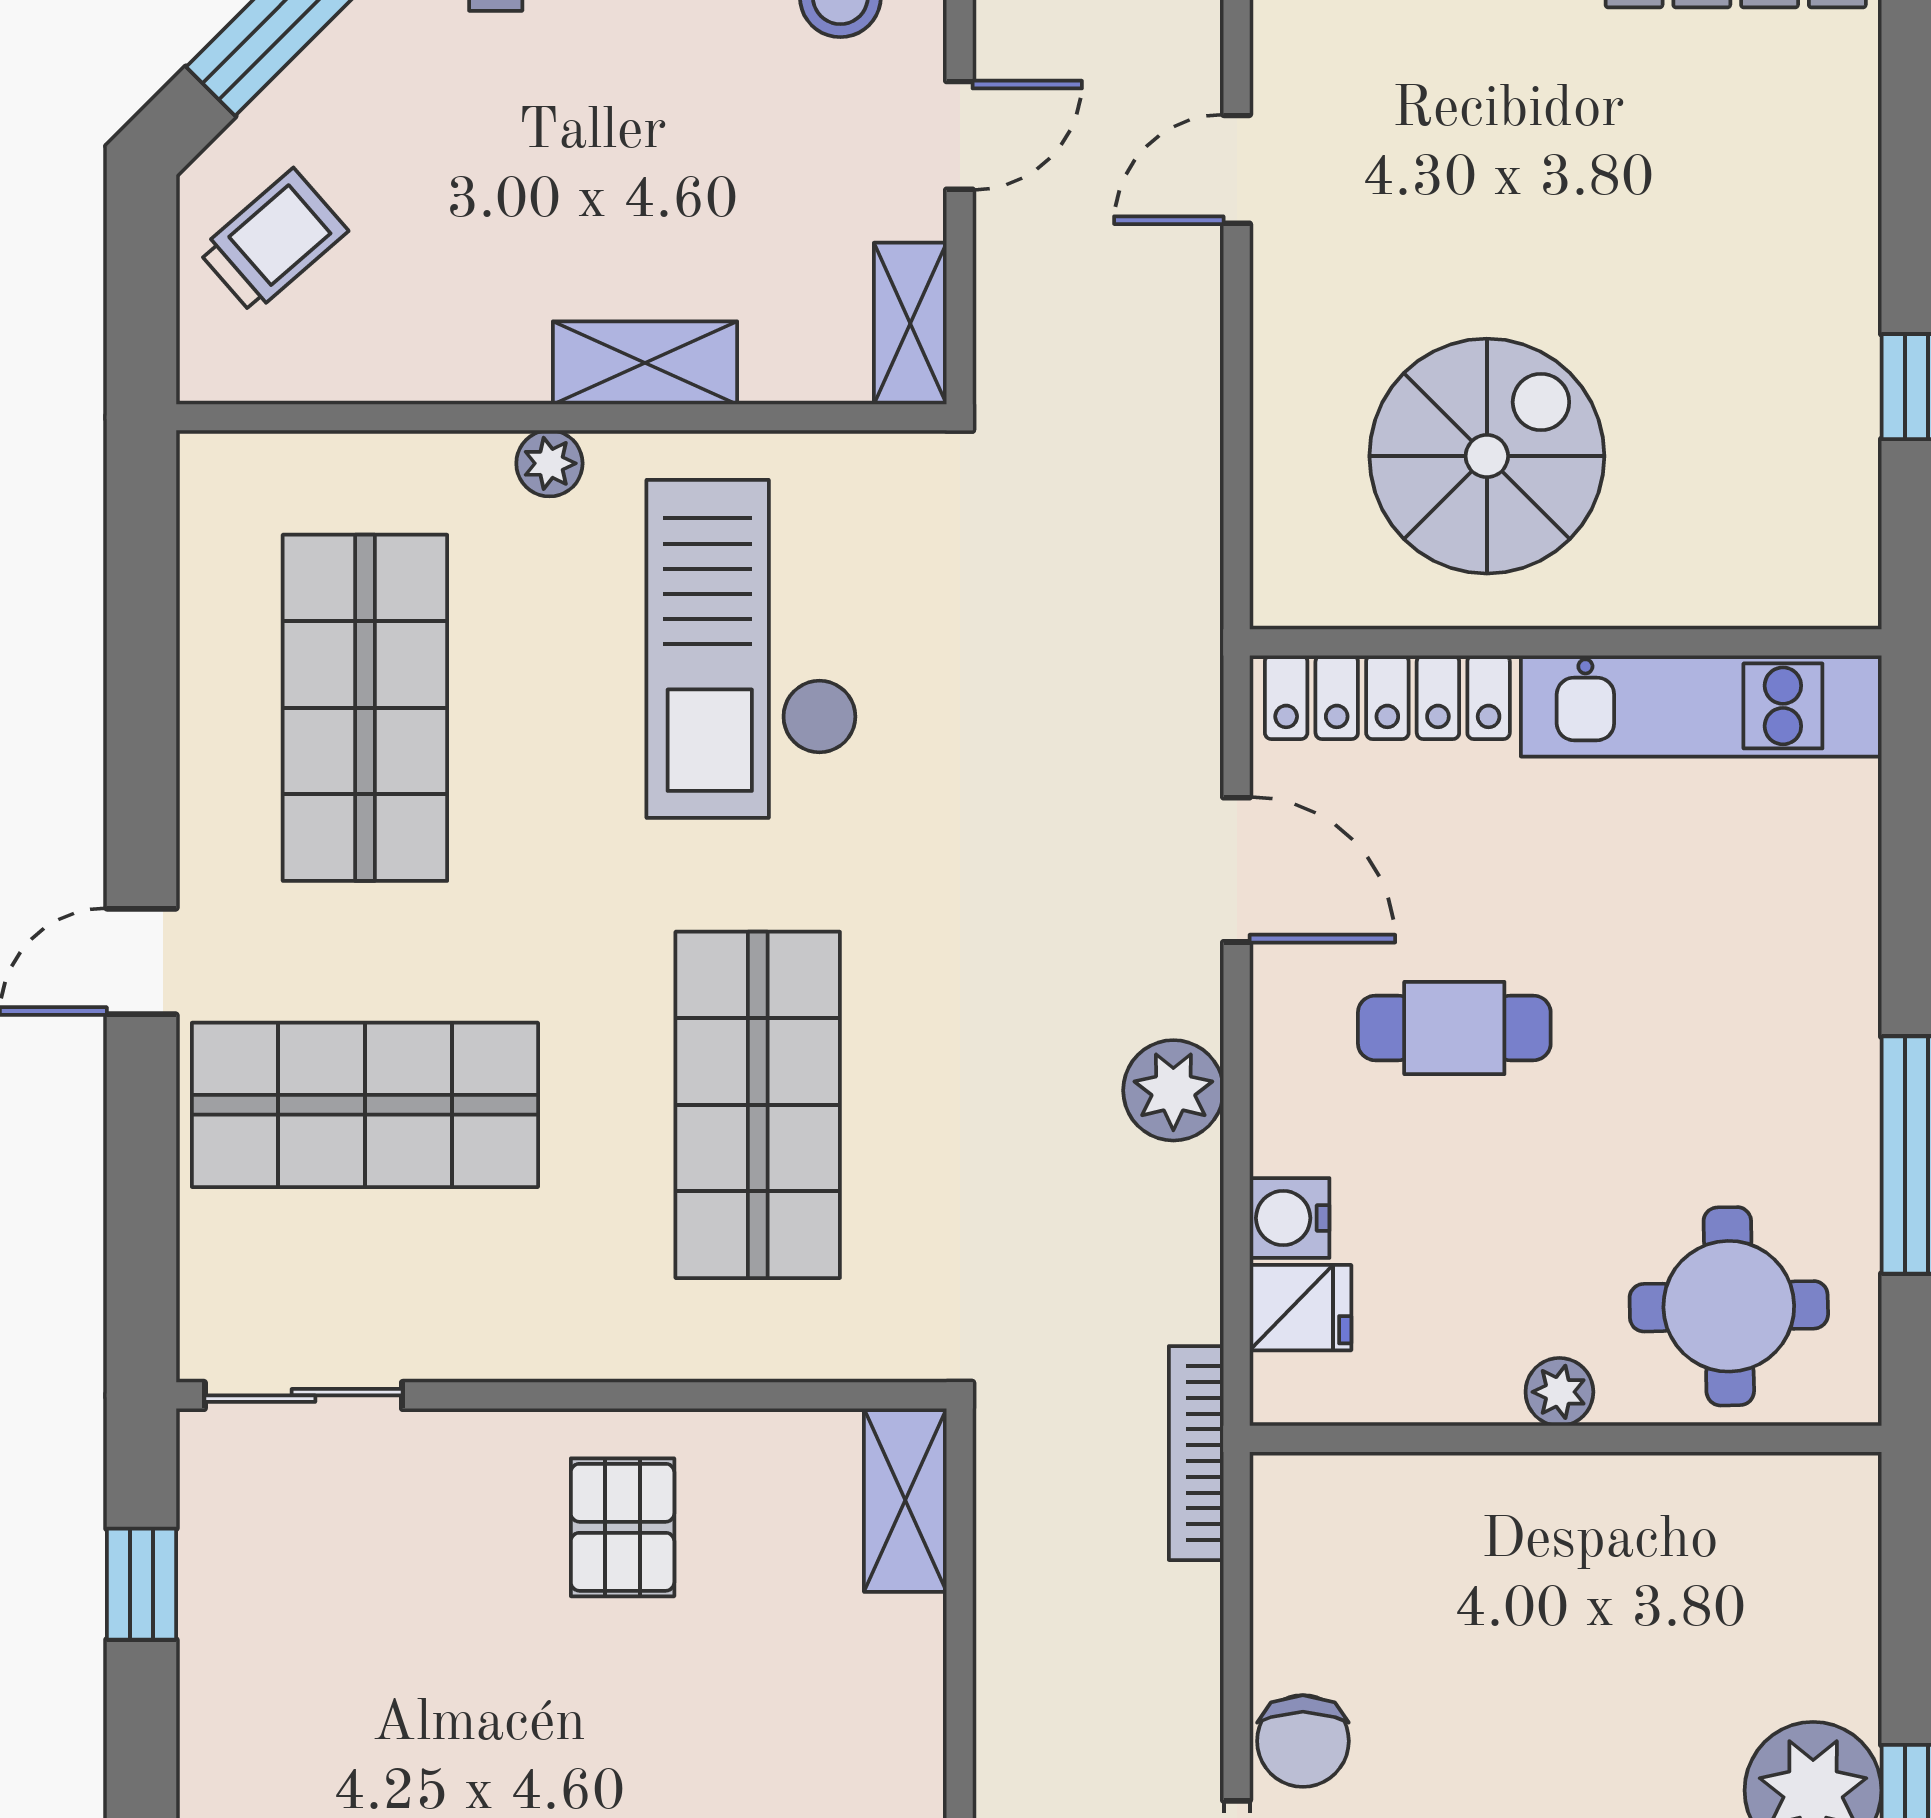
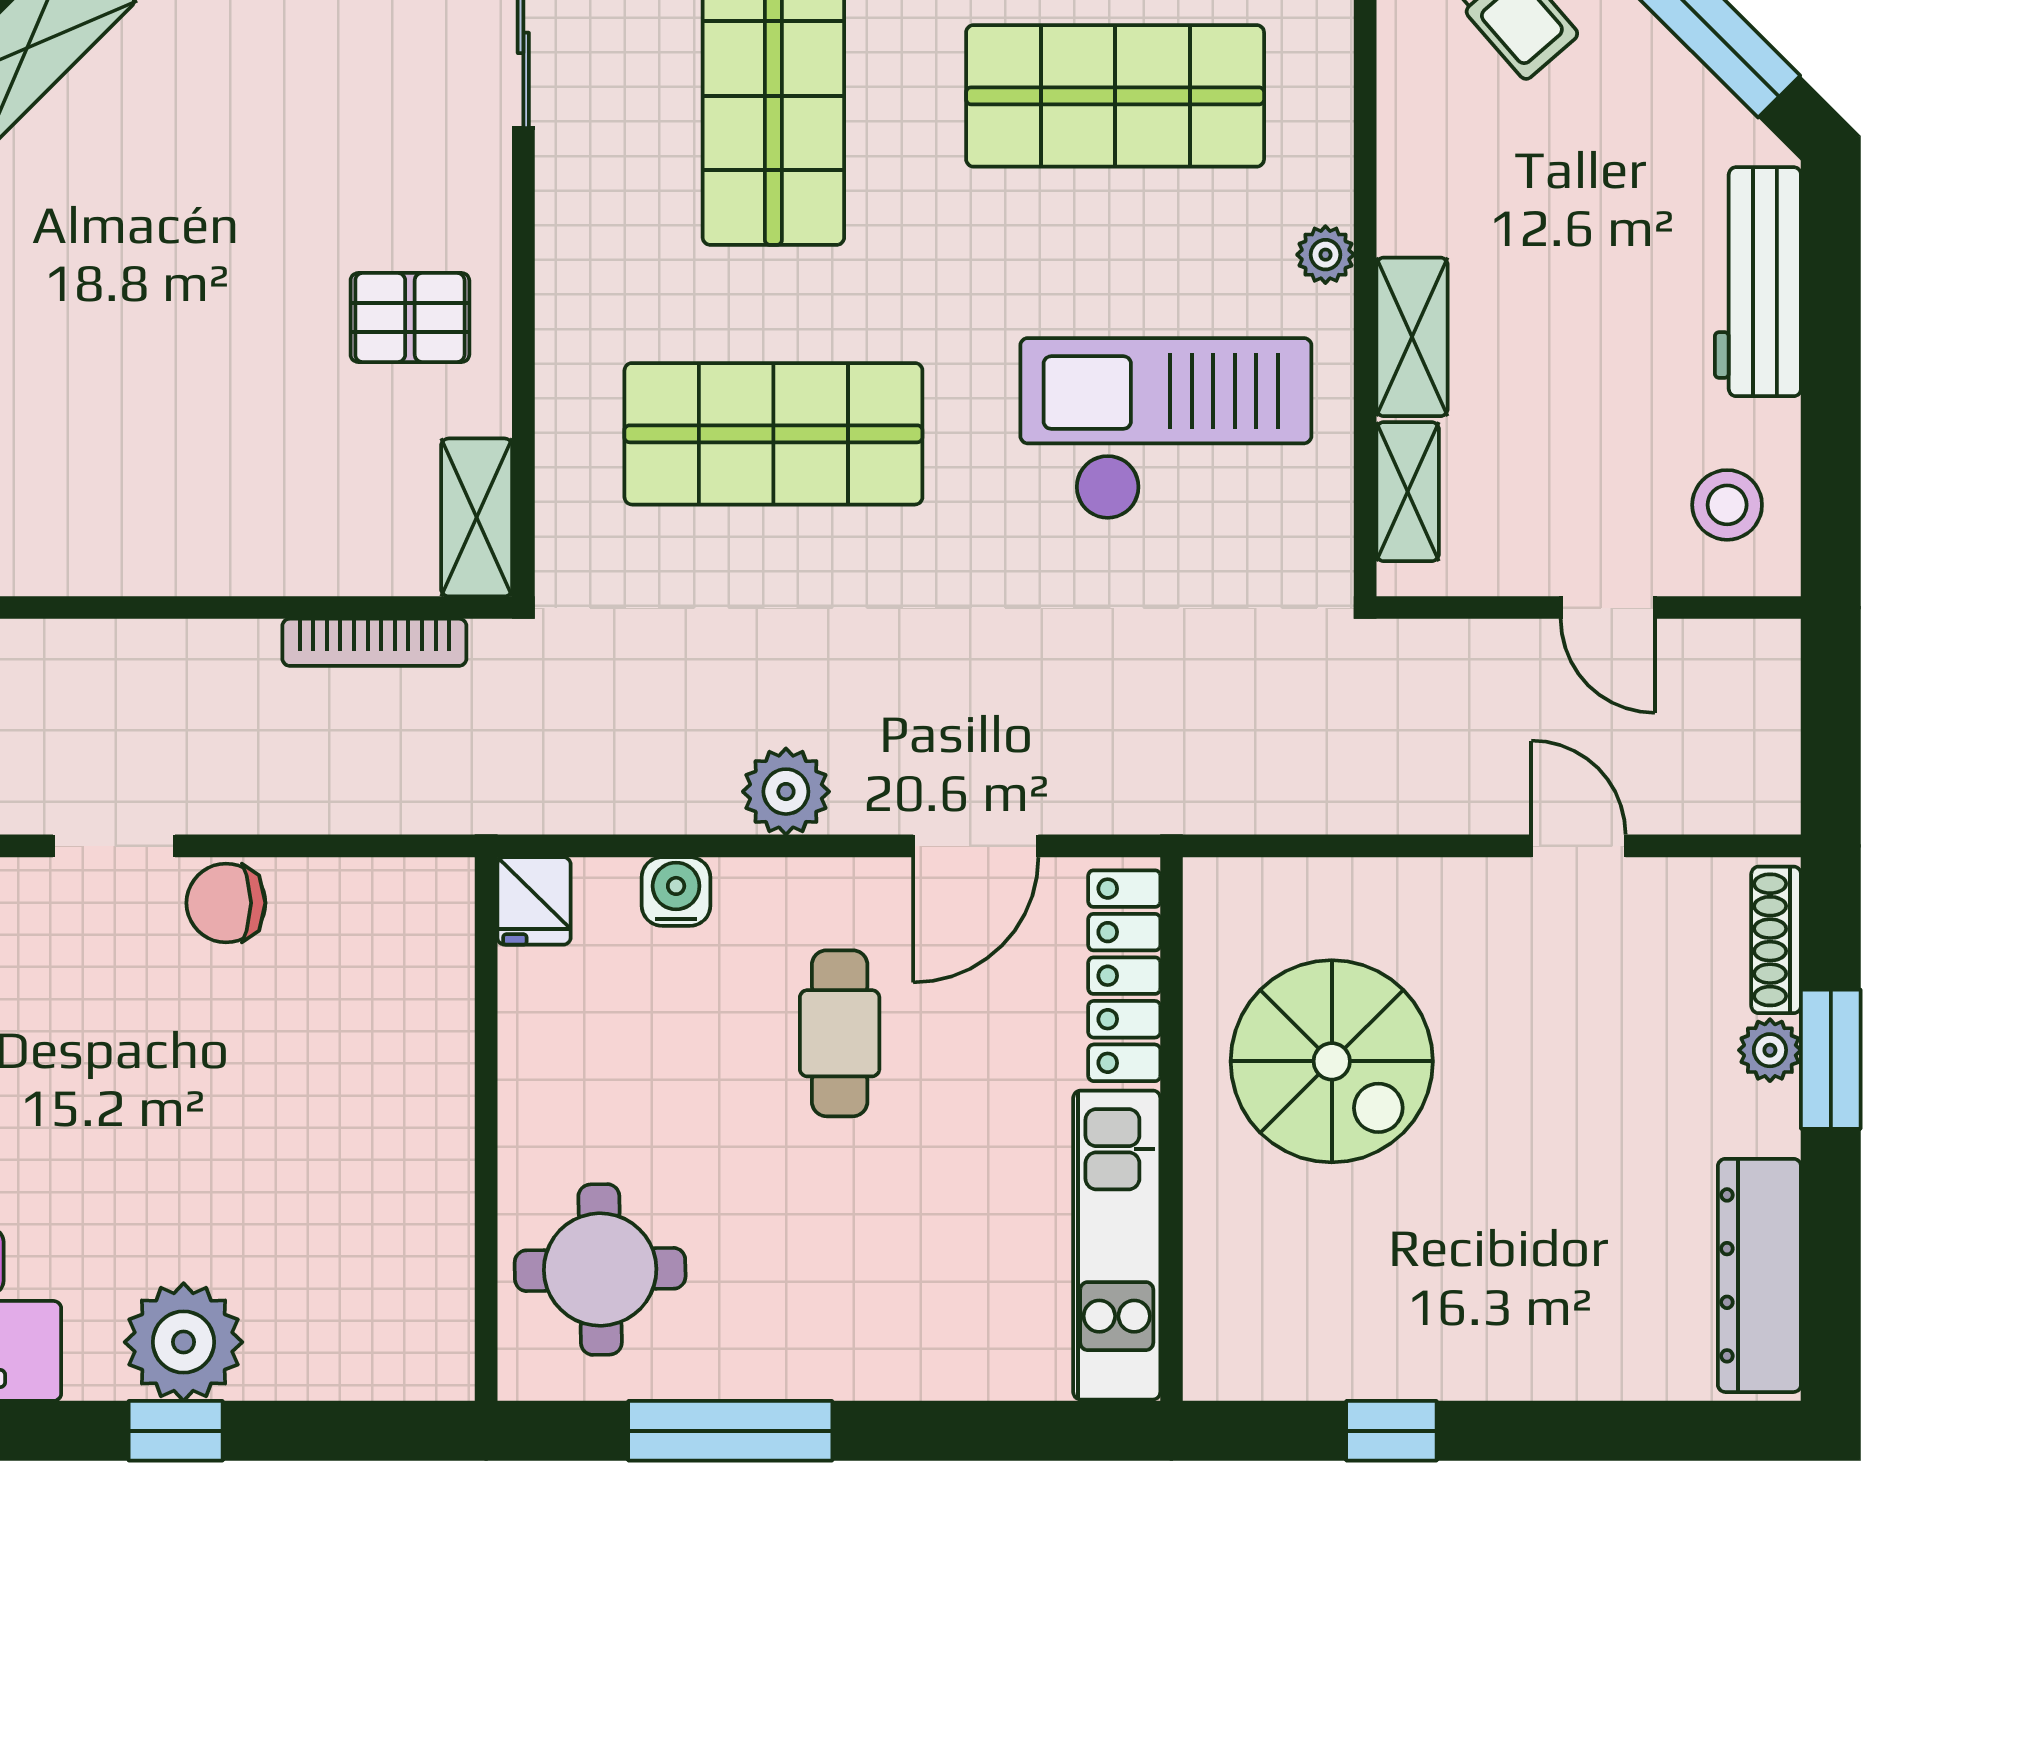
shelving: (910, 323) -> (1408, 492), moved, turned 90
fridge: (1300, 1308) -> (534, 901), moved
plant: (1559, 1392) -> (526, 1124), removed
bookcase: (1196, 1453) -> (374, 642), moved, turned 180
shelving: (905, 1500) -> (477, 517), moved, turned 90

